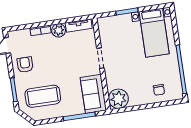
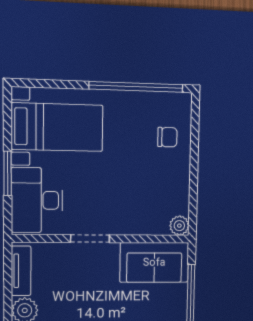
desk: (116, 28) -> (37, 200), added
plant: (118, 99) -> (179, 226), width x0.53, depth x0.53

